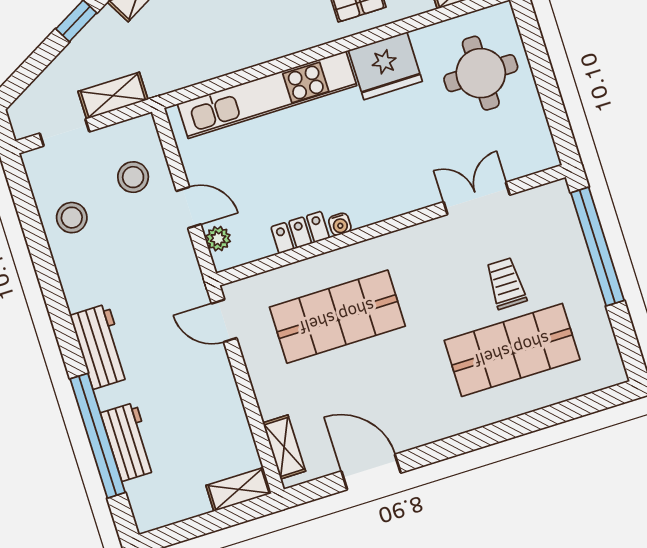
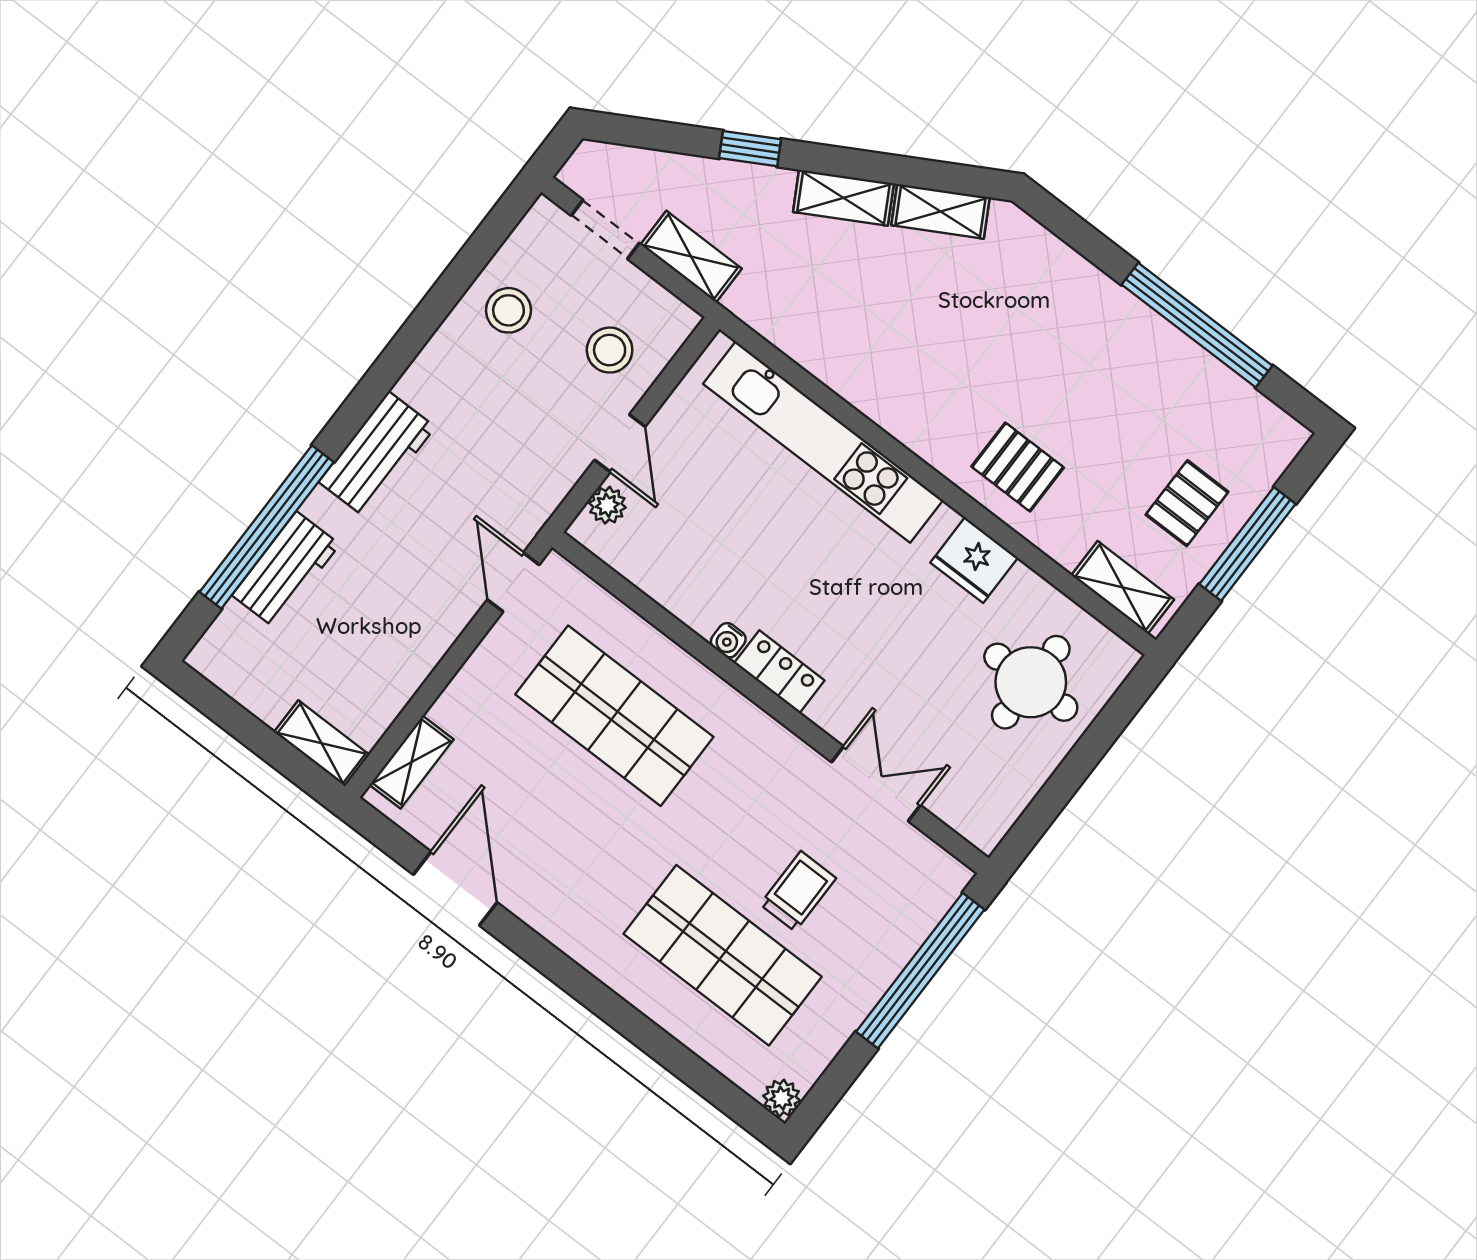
fridge: (385, 66) -> (974, 560), width x0.73, depth x0.75
locker: (300, 232) -> (779, 672), moved
plant: (614, 373) -> (782, 1098), added

